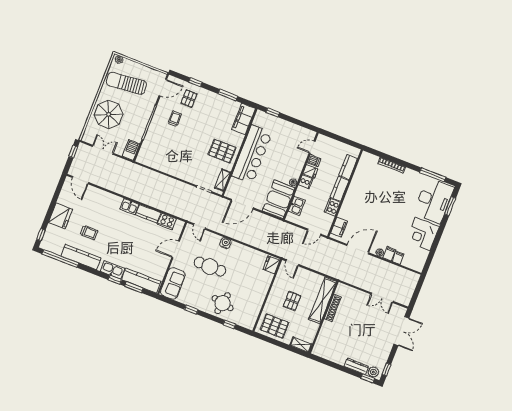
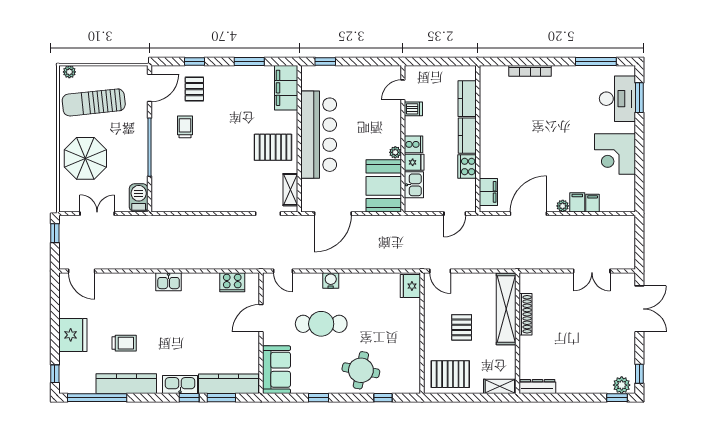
fridge: (310, 171) -> (414, 162), moved
desk: (434, 201) -> (617, 99), width x0.73, depth x0.77
kitchen counter: (148, 214) -> (201, 282), removed
dresser: (356, 366) -> (537, 386), moved

